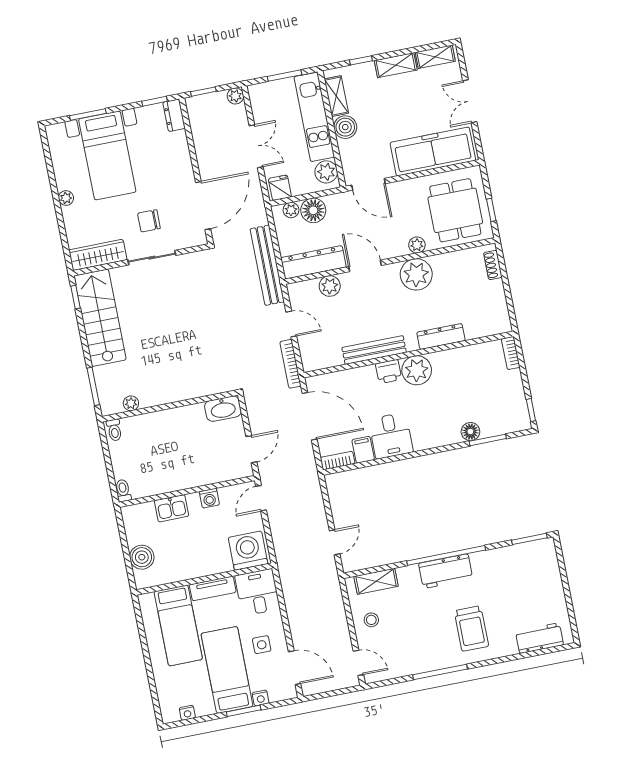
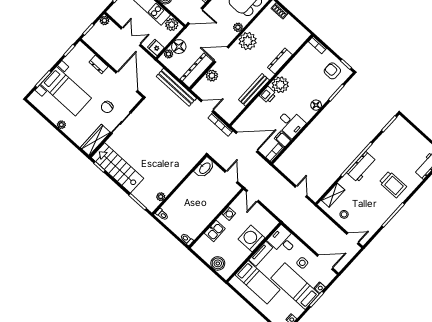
dresser: (174, 115) -> (98, 64), moved
armchair: (505, 405) -> (332, 71), added
floor lamp: (470, 432) -> (316, 105), moved
washing machine: (248, 551) -> (251, 238), moved

